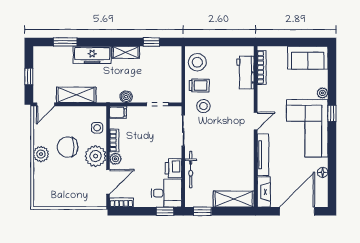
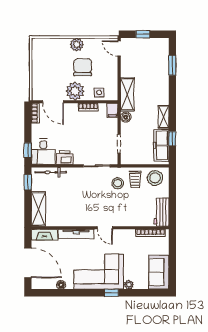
freezer: (92, 55) -> (161, 145), moved
workbench: (245, 73) -> (162, 212), moved, turned -90
shelving: (76, 95) -> (127, 94), moved
plant: (115, 159) -> (73, 108), removed
bicycle: (191, 169) -> (51, 172), moved

